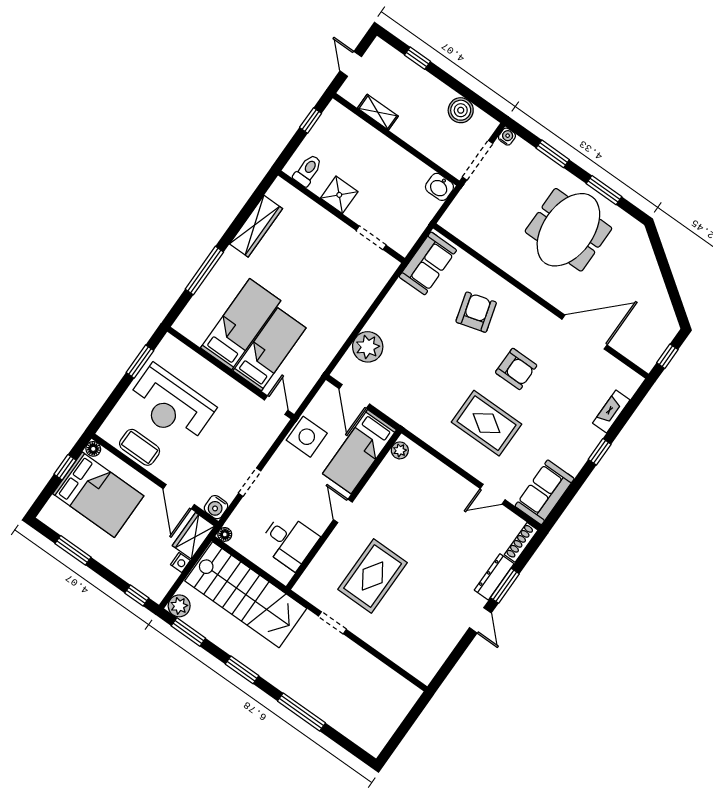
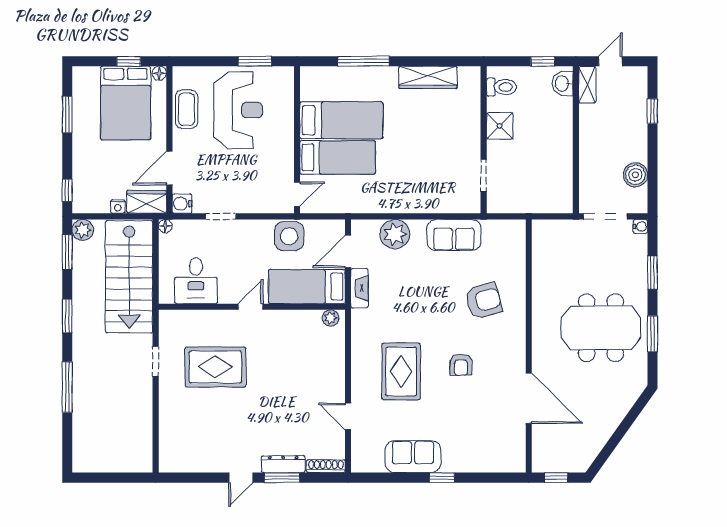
shelving: (378, 112) -> (587, 85), moved
washbasin: (439, 187) -> (562, 84), moved
sofa: (428, 263) -> (454, 235), moved
armchair: (516, 369) -> (461, 365), width x0.72, depth x0.72
reception desk: (171, 405) -> (238, 110), turned 180
fireplace: (611, 412) -> (359, 288), moved, turned 90
sofa: (545, 492) -> (413, 457), moved

